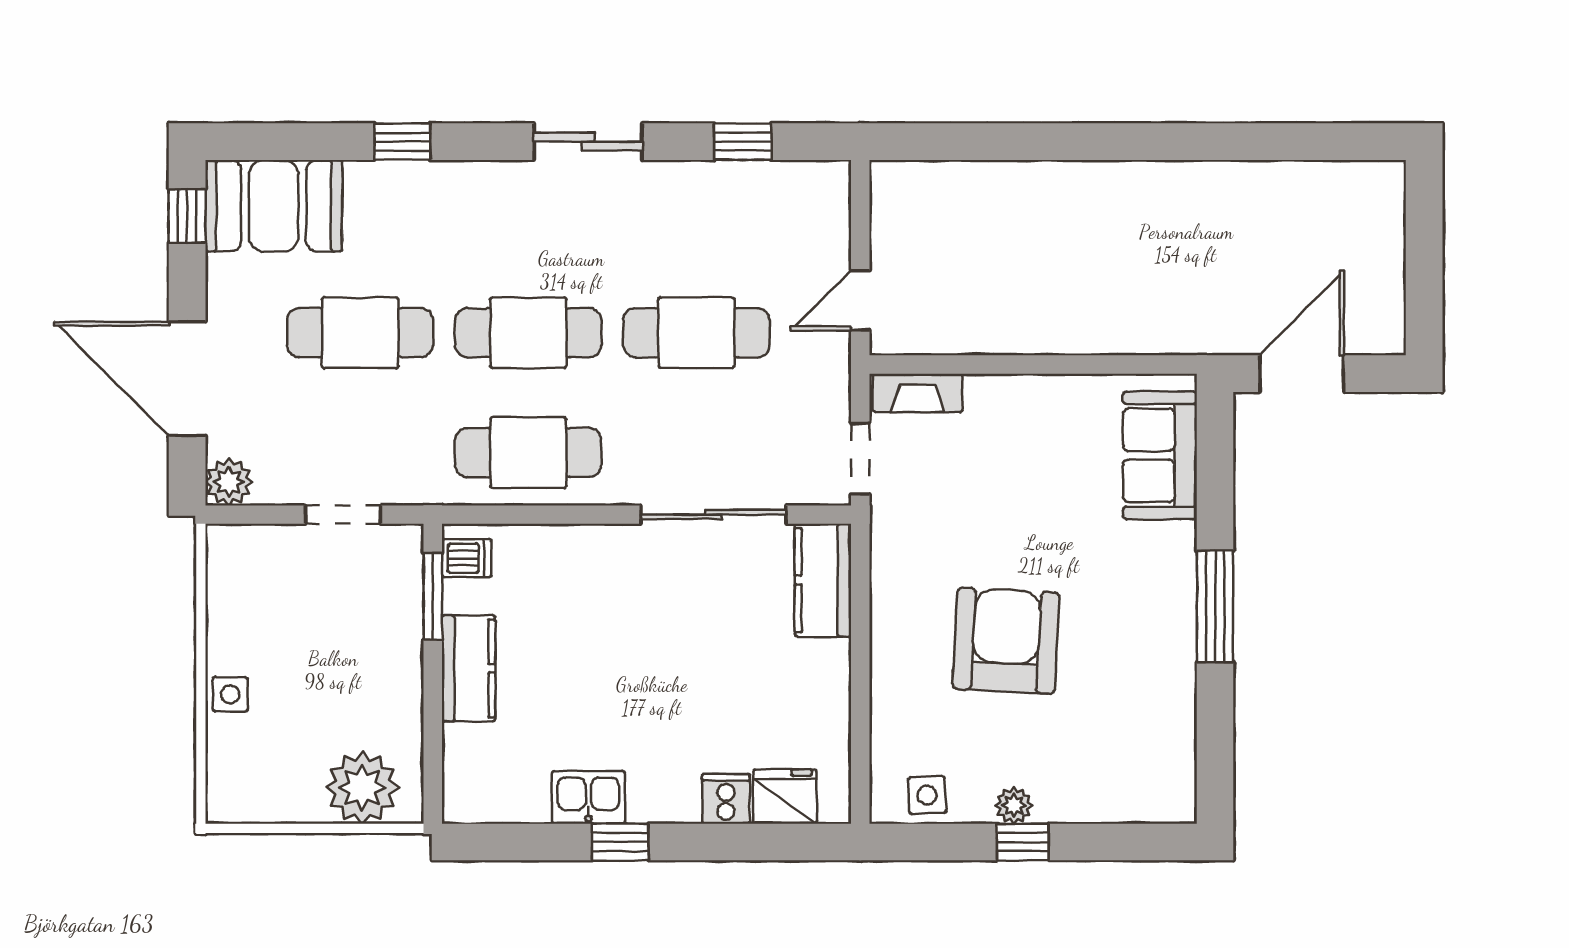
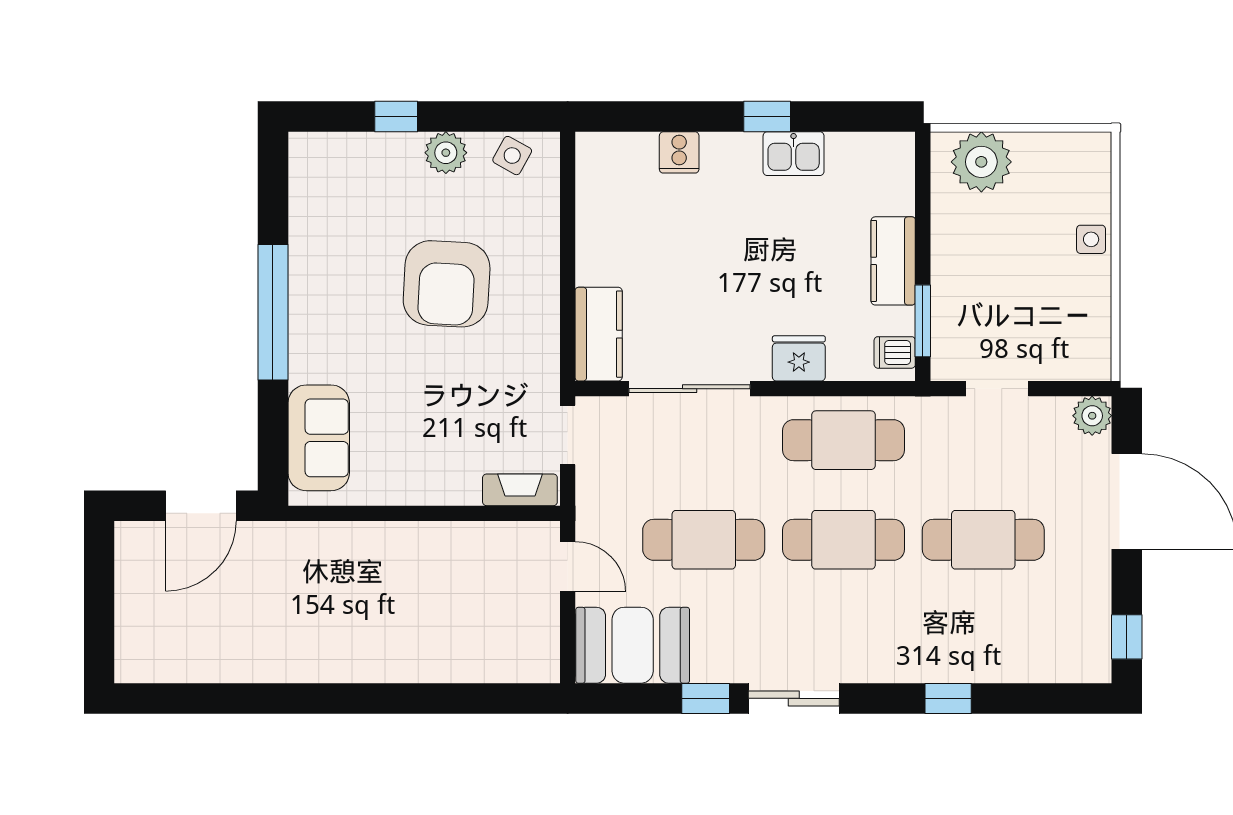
window: (743, 142) -> (706, 698), moved
booth: (274, 206) -> (633, 645), moved
door: (860, 300) -> (568, 567), hinge flipped
window: (1215, 607) -> (273, 312), width x1.46
side table: (927, 795) -> (512, 156), turned 32
fridge: (785, 797) -> (799, 358), moved, turned 180
plant: (1014, 805) -> (446, 153), width x1.38, depth x1.38
window: (1023, 842) -> (396, 117), moved

